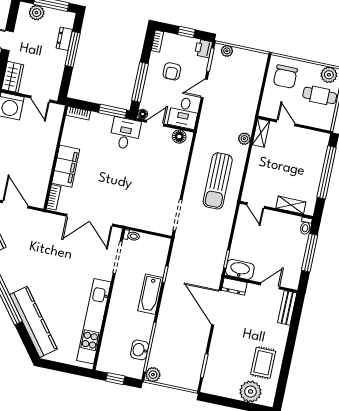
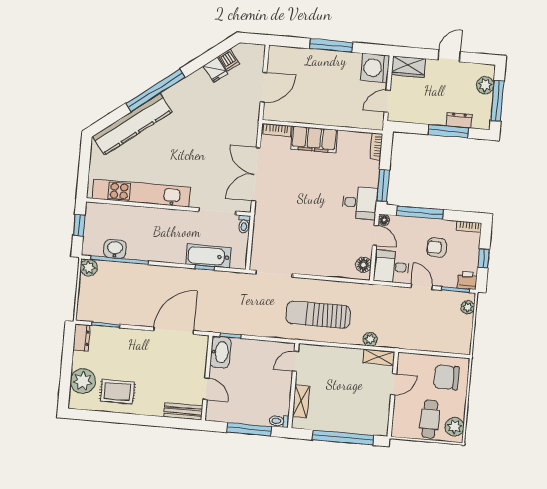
dresser: (234, 286) -> (82, 338), moved, turned 180
bathtub: (150, 294) -> (208, 256), moved

